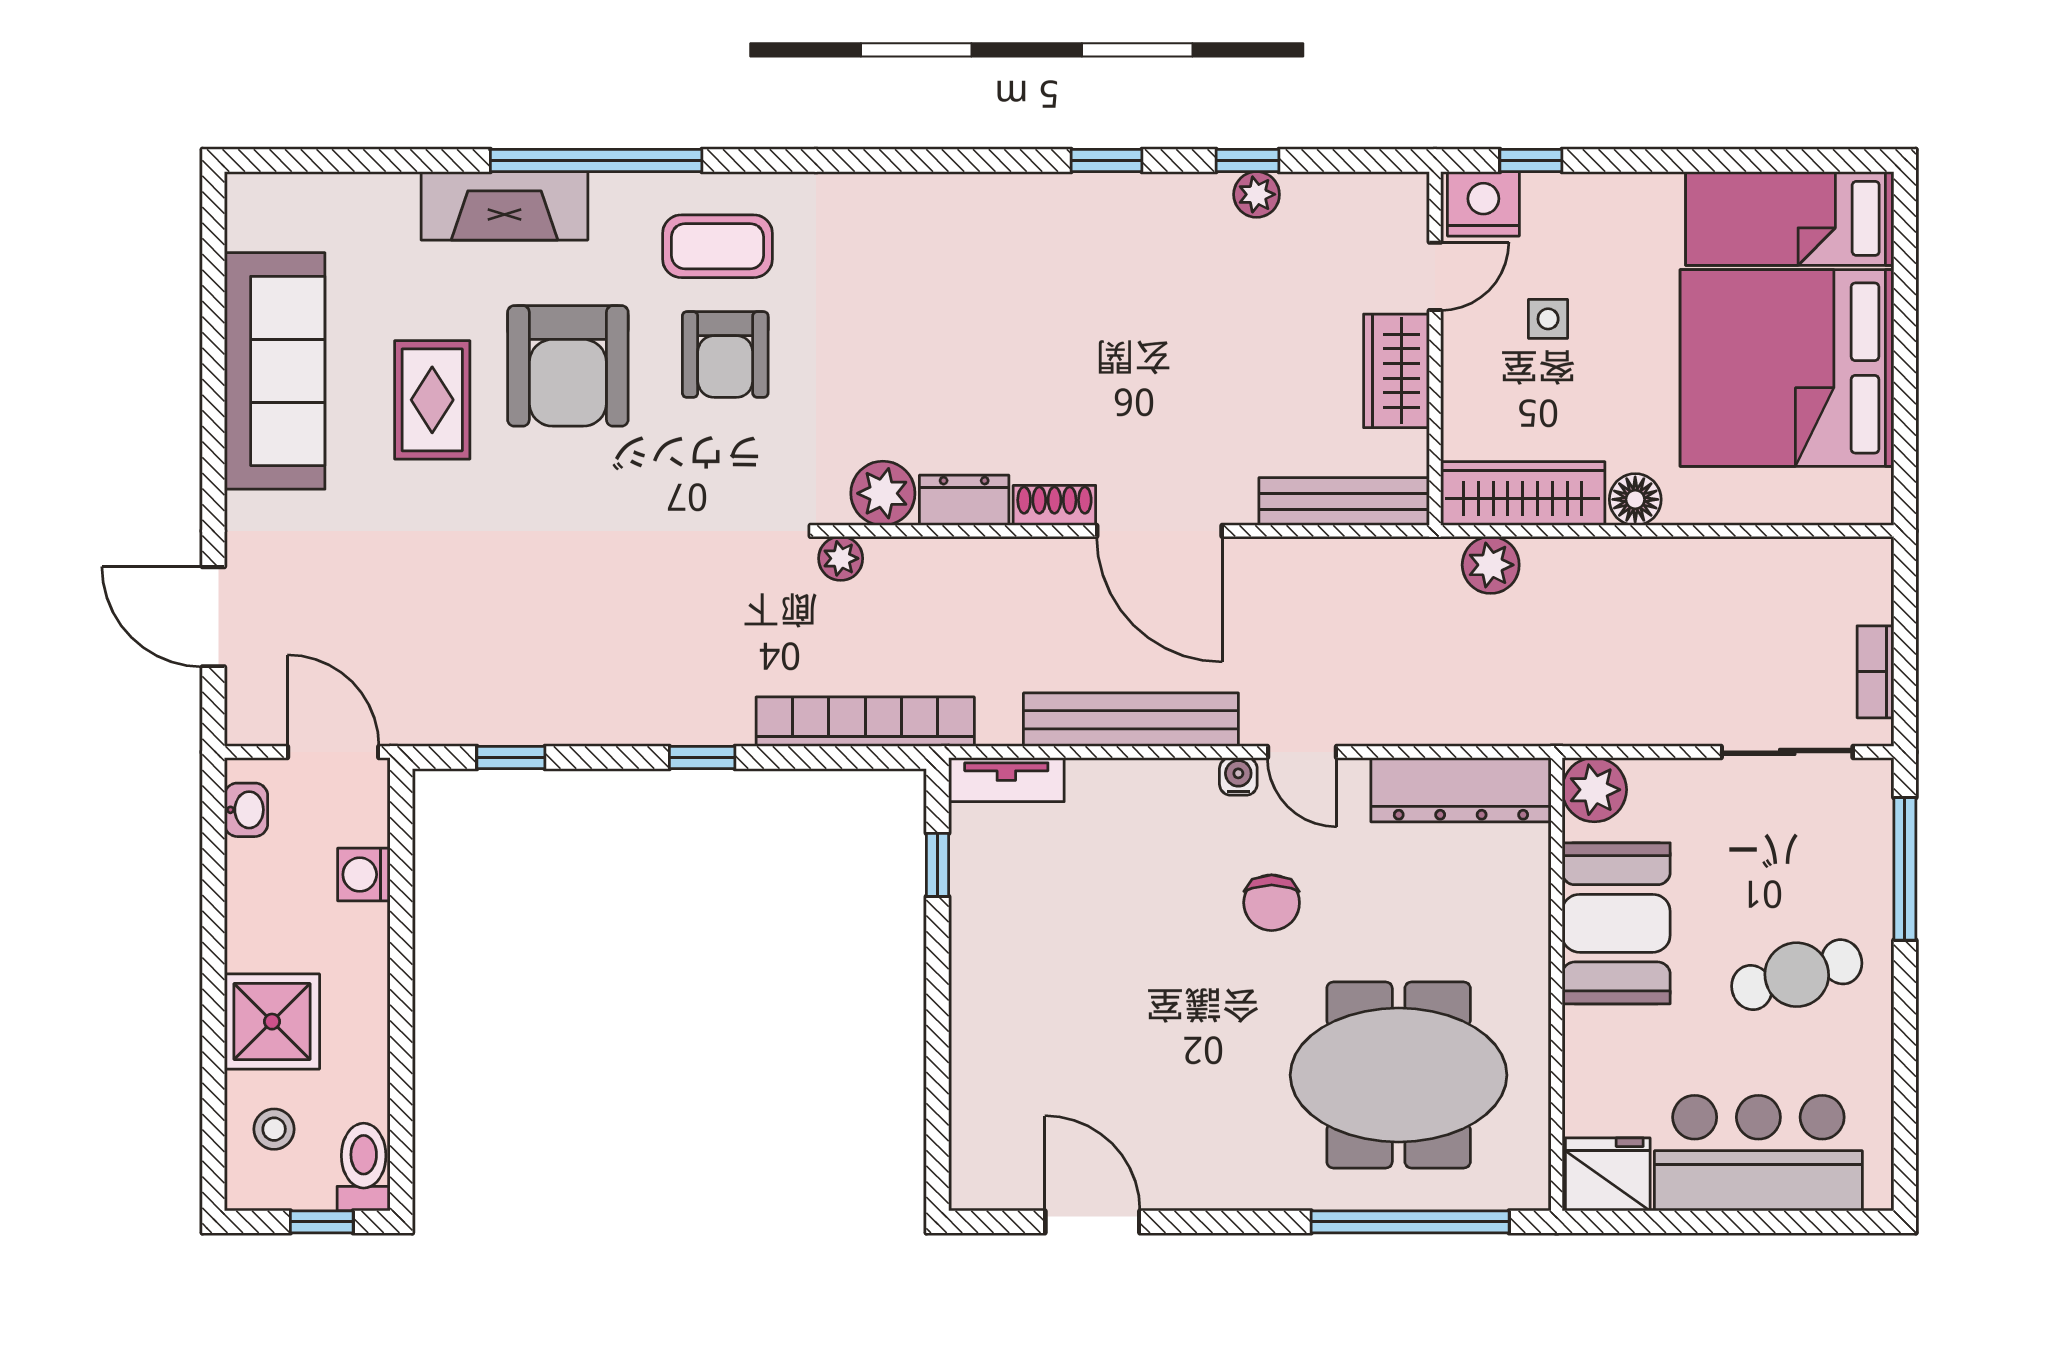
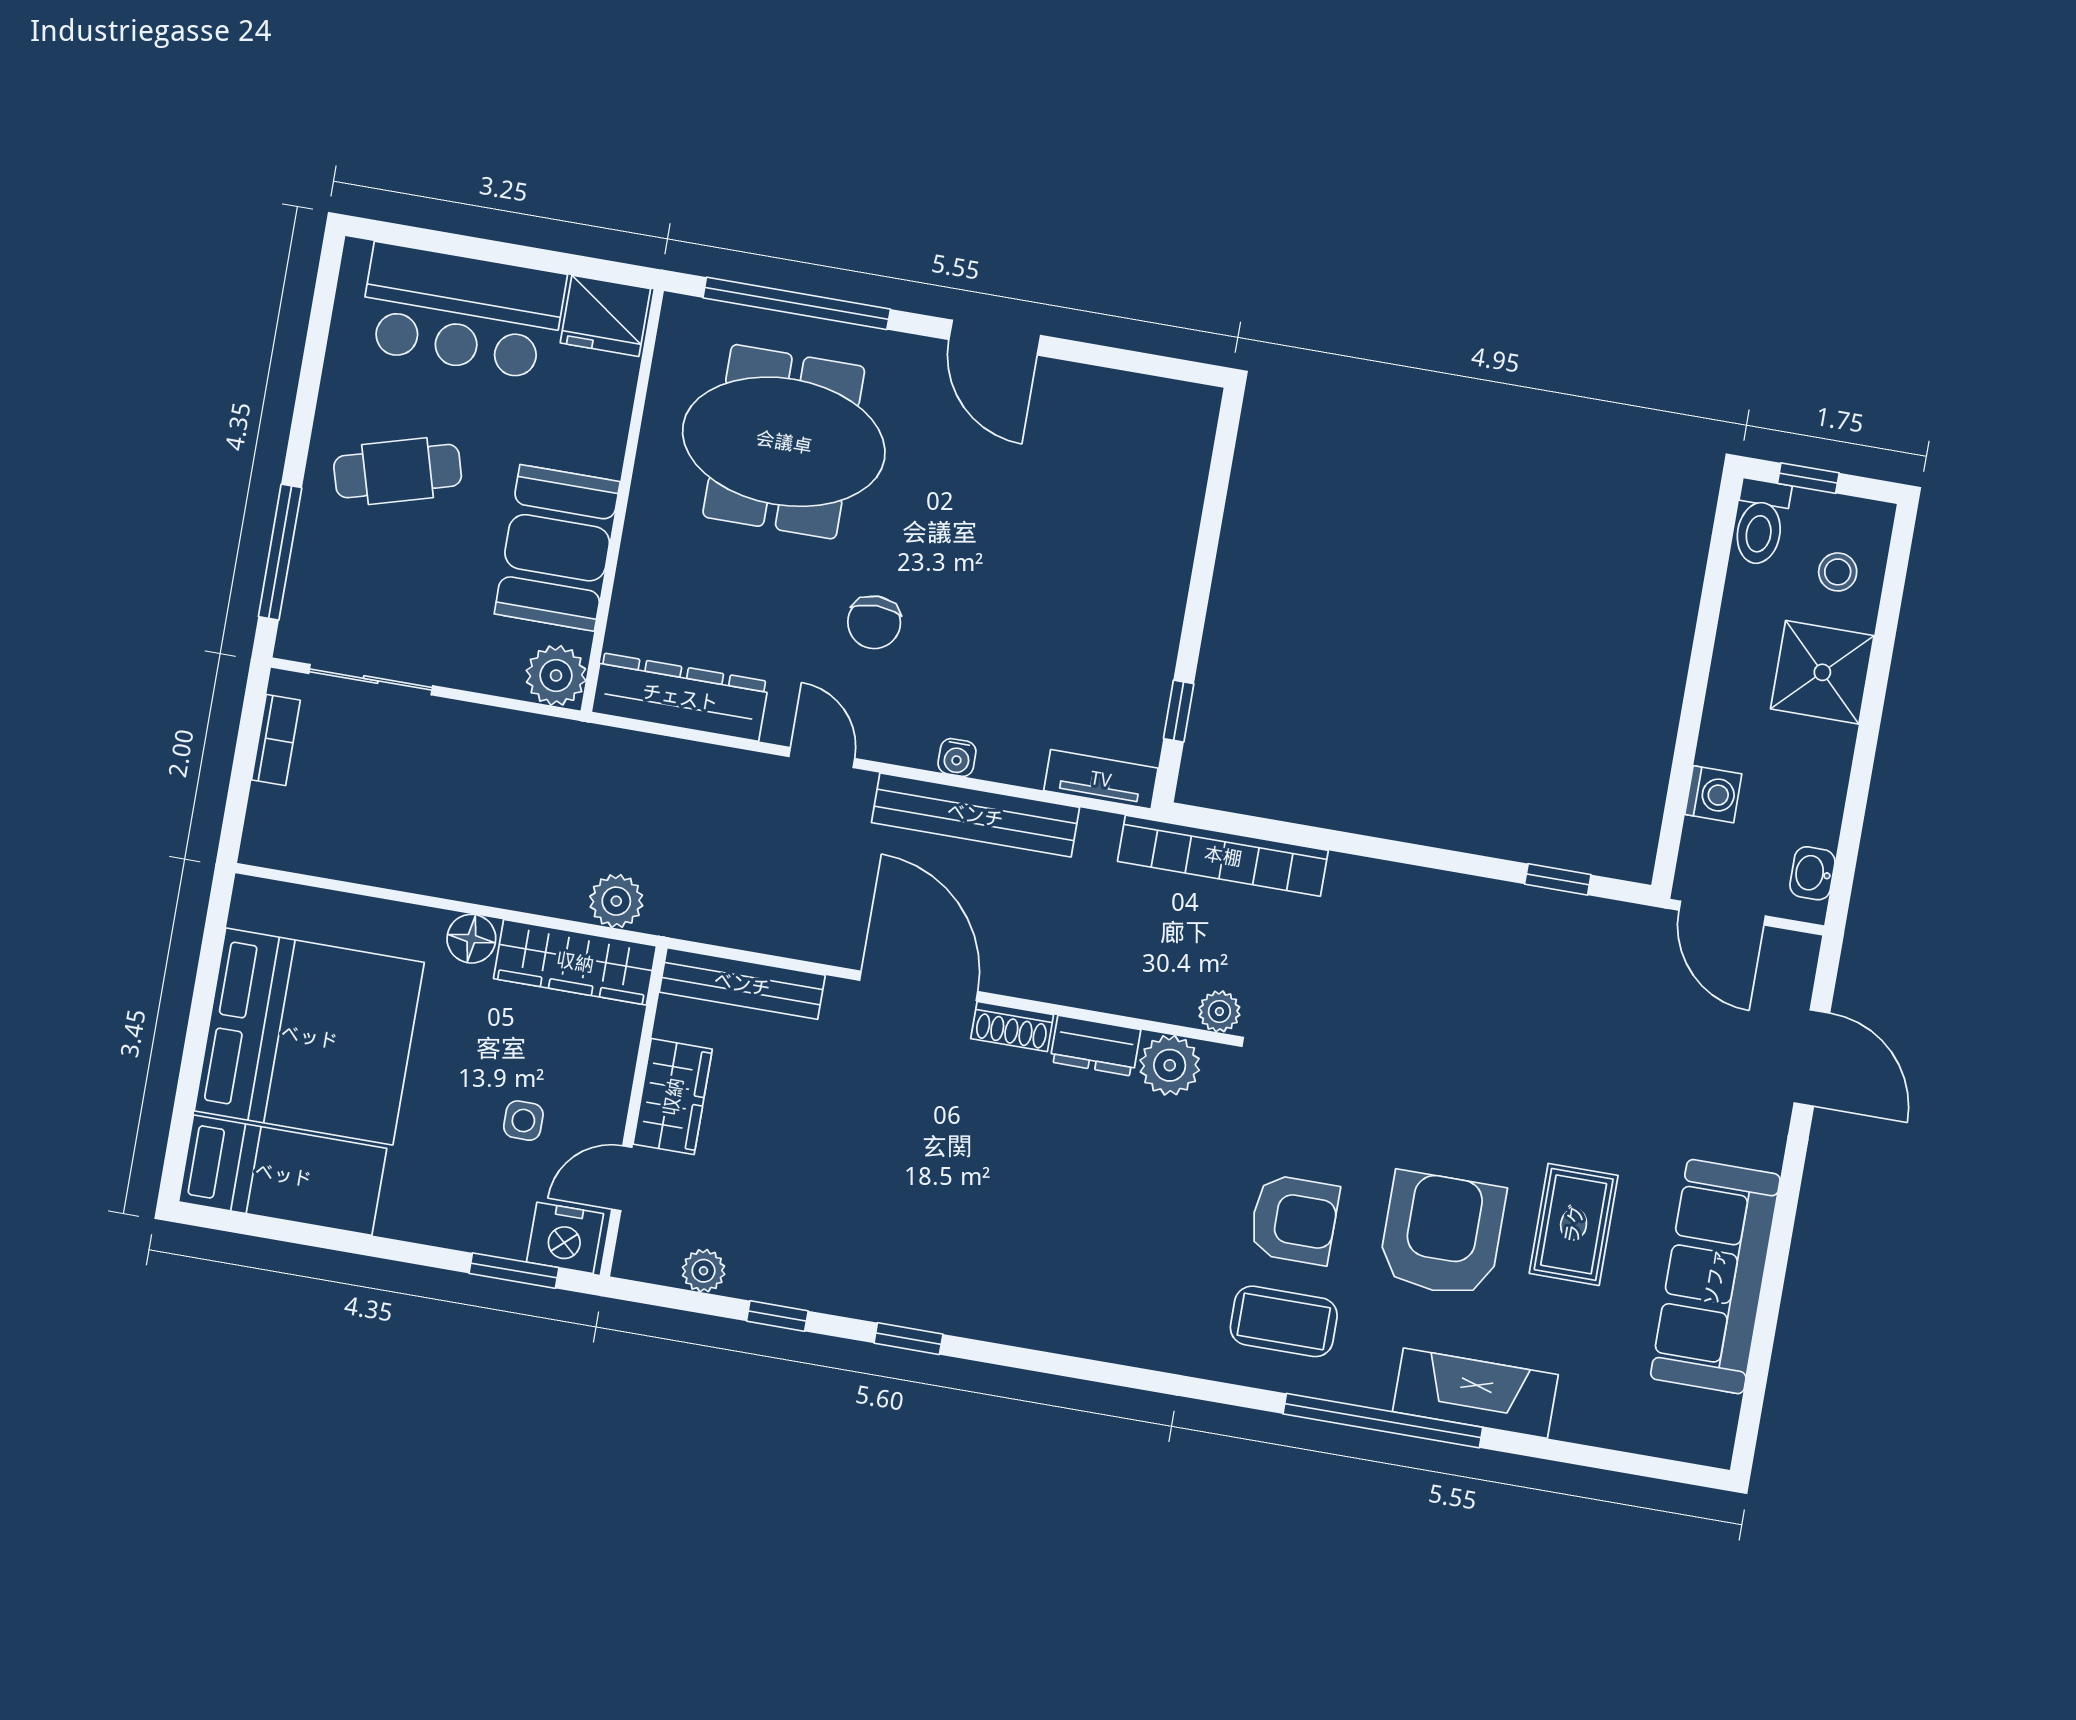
window: (1531, 161) -> (514, 1271), width x1.50
plant: (1257, 194) -> (704, 1271), moved
armchair: (725, 354) -> (1294, 1220), turned 90
window: (702, 758) -> (1380, 849), removed
water cooler: (1238, 776) -> (957, 757), moved
chair: (1272, 903) -> (874, 622), turned 180
door: (1092, 1222) -> (995, 338), moved

